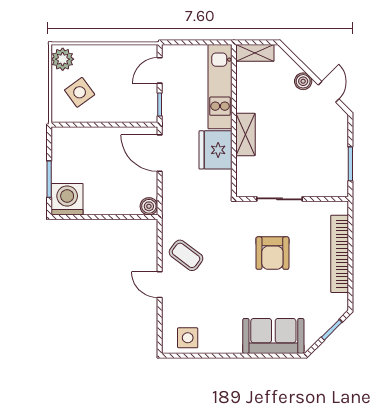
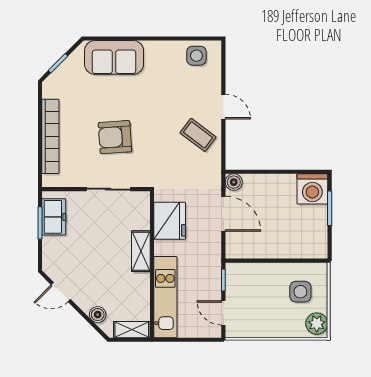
door: (160, 70) -> (223, 313), swing flipped
boiler: (303, 81) -> (98, 315), moved
side table: (80, 92) -> (300, 292), turned 36
door: (329, 92) -> (61, 292), hinge flipped
fridge: (216, 150) -> (170, 221), moved
door: (160, 153) -> (223, 214), moved
freezer: (336, 170) -> (54, 217), added
armchair: (272, 253) -> (115, 137), turned -94

